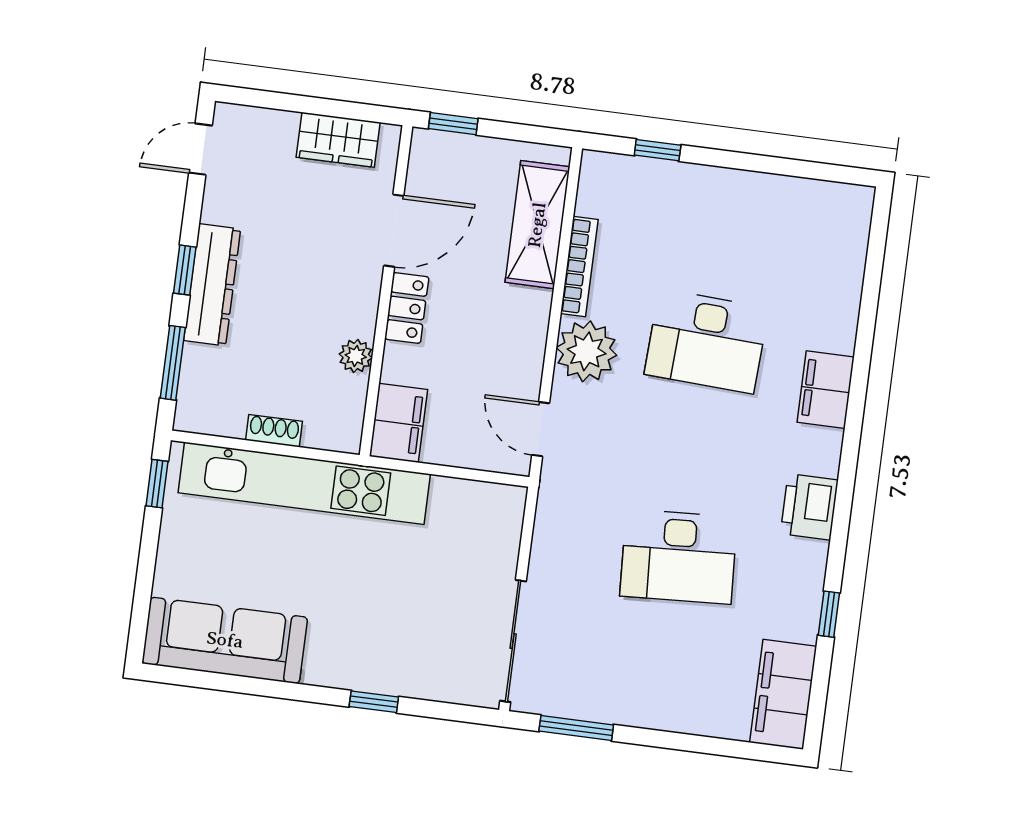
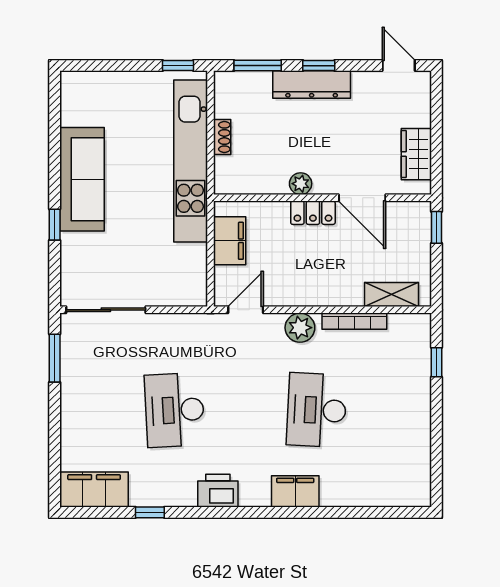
shelving: (537, 225) -> (392, 295), width x0.67, depth x0.75
plant: (587, 351) -> (300, 328), width x0.73, depth x0.73
plant: (356, 356) -> (301, 184), moved
filing cabinet: (398, 423) -> (230, 241), moved, turned -90
sofa: (225, 640) -> (82, 179), moved

